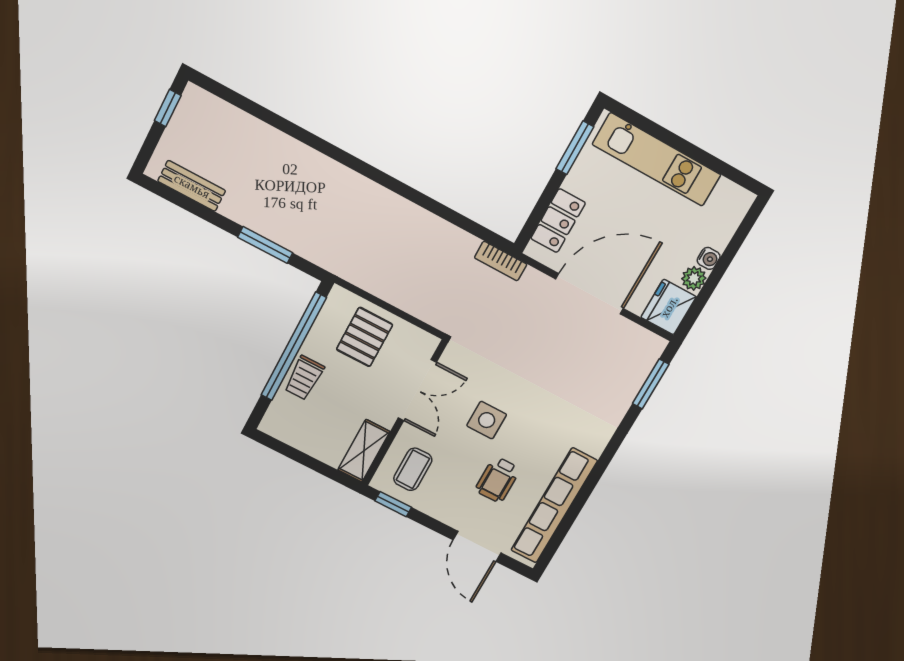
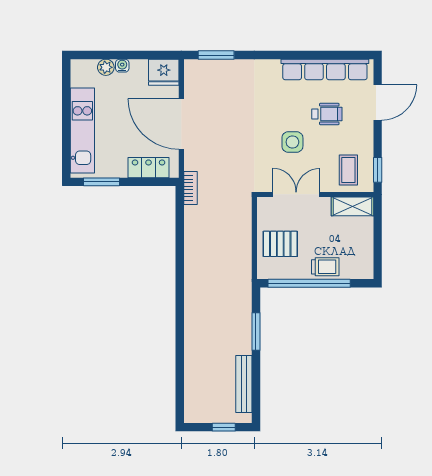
window: (168, 108) -> (224, 427), moved
bench: (192, 186) -> (244, 384), width x1.36
plant: (694, 278) -> (106, 67), moved
coffee table: (413, 469) -> (348, 170), turned 90

